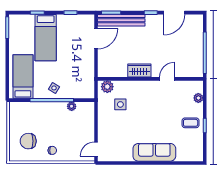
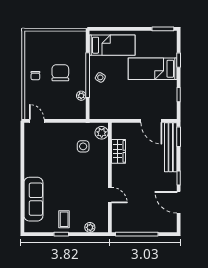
wardrobe: (139, 70) -> (118, 151), moved
chair: (28, 141) -> (60, 73), moved
sofa: (154, 152) -> (33, 199), moved

